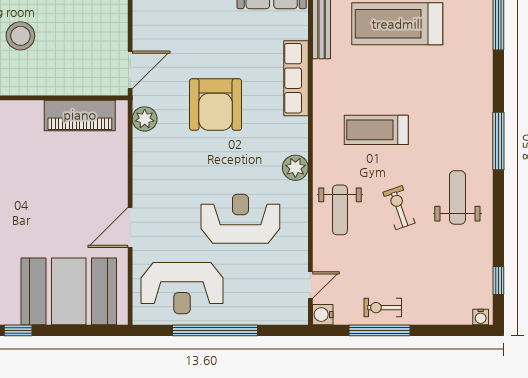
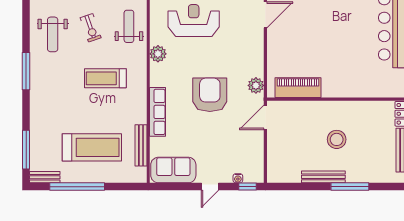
treadmill: (376, 130) -> (105, 78), turned 180
reception desk: (240, 219) -> (194, 21), turned 180

